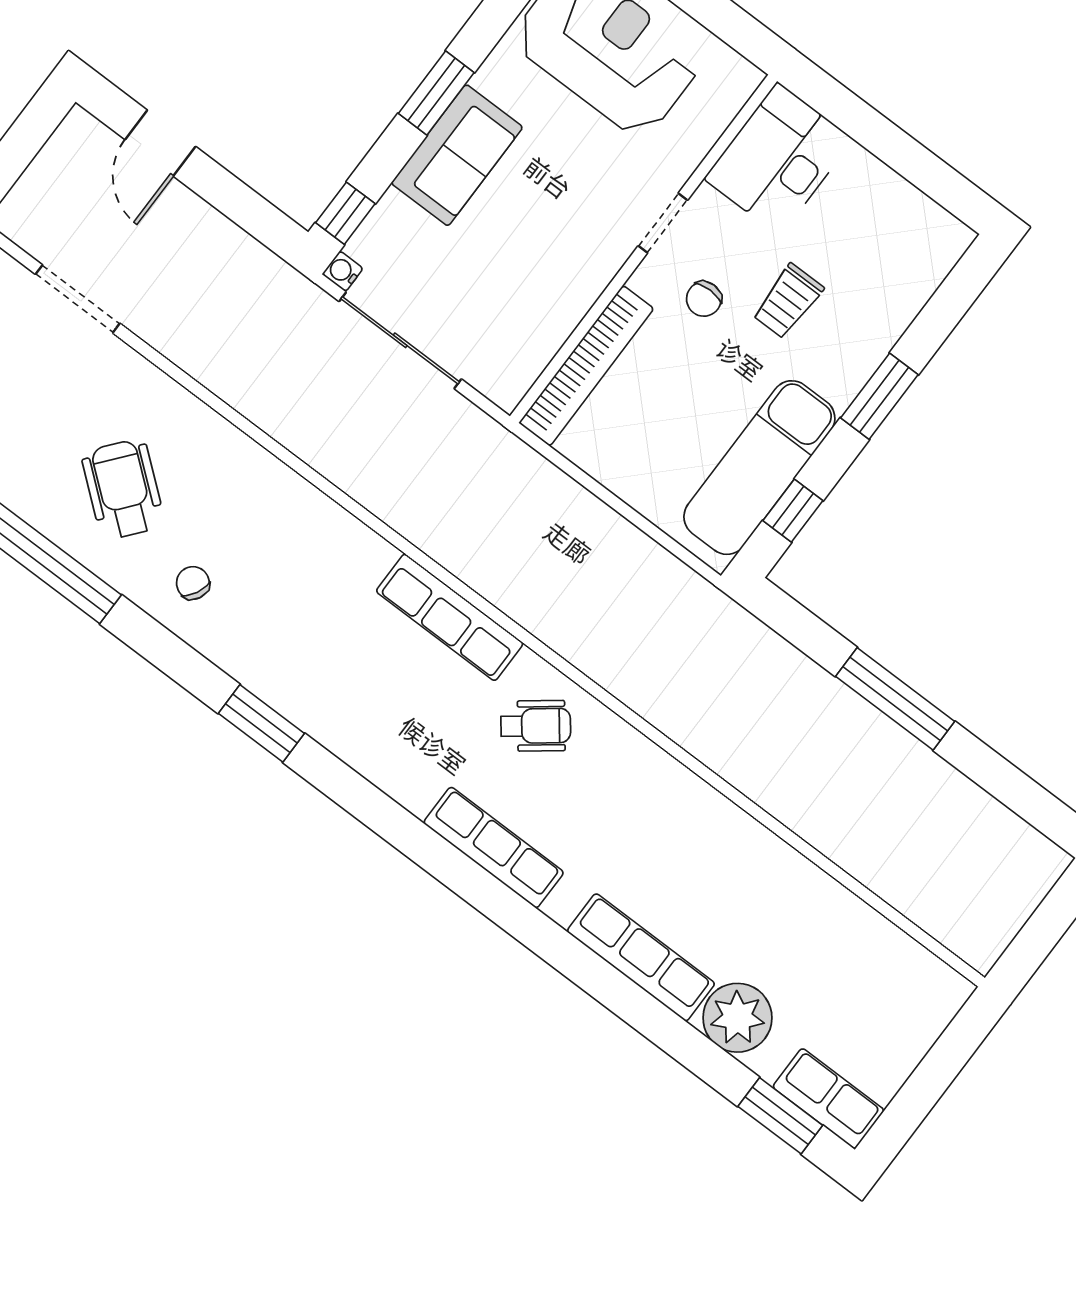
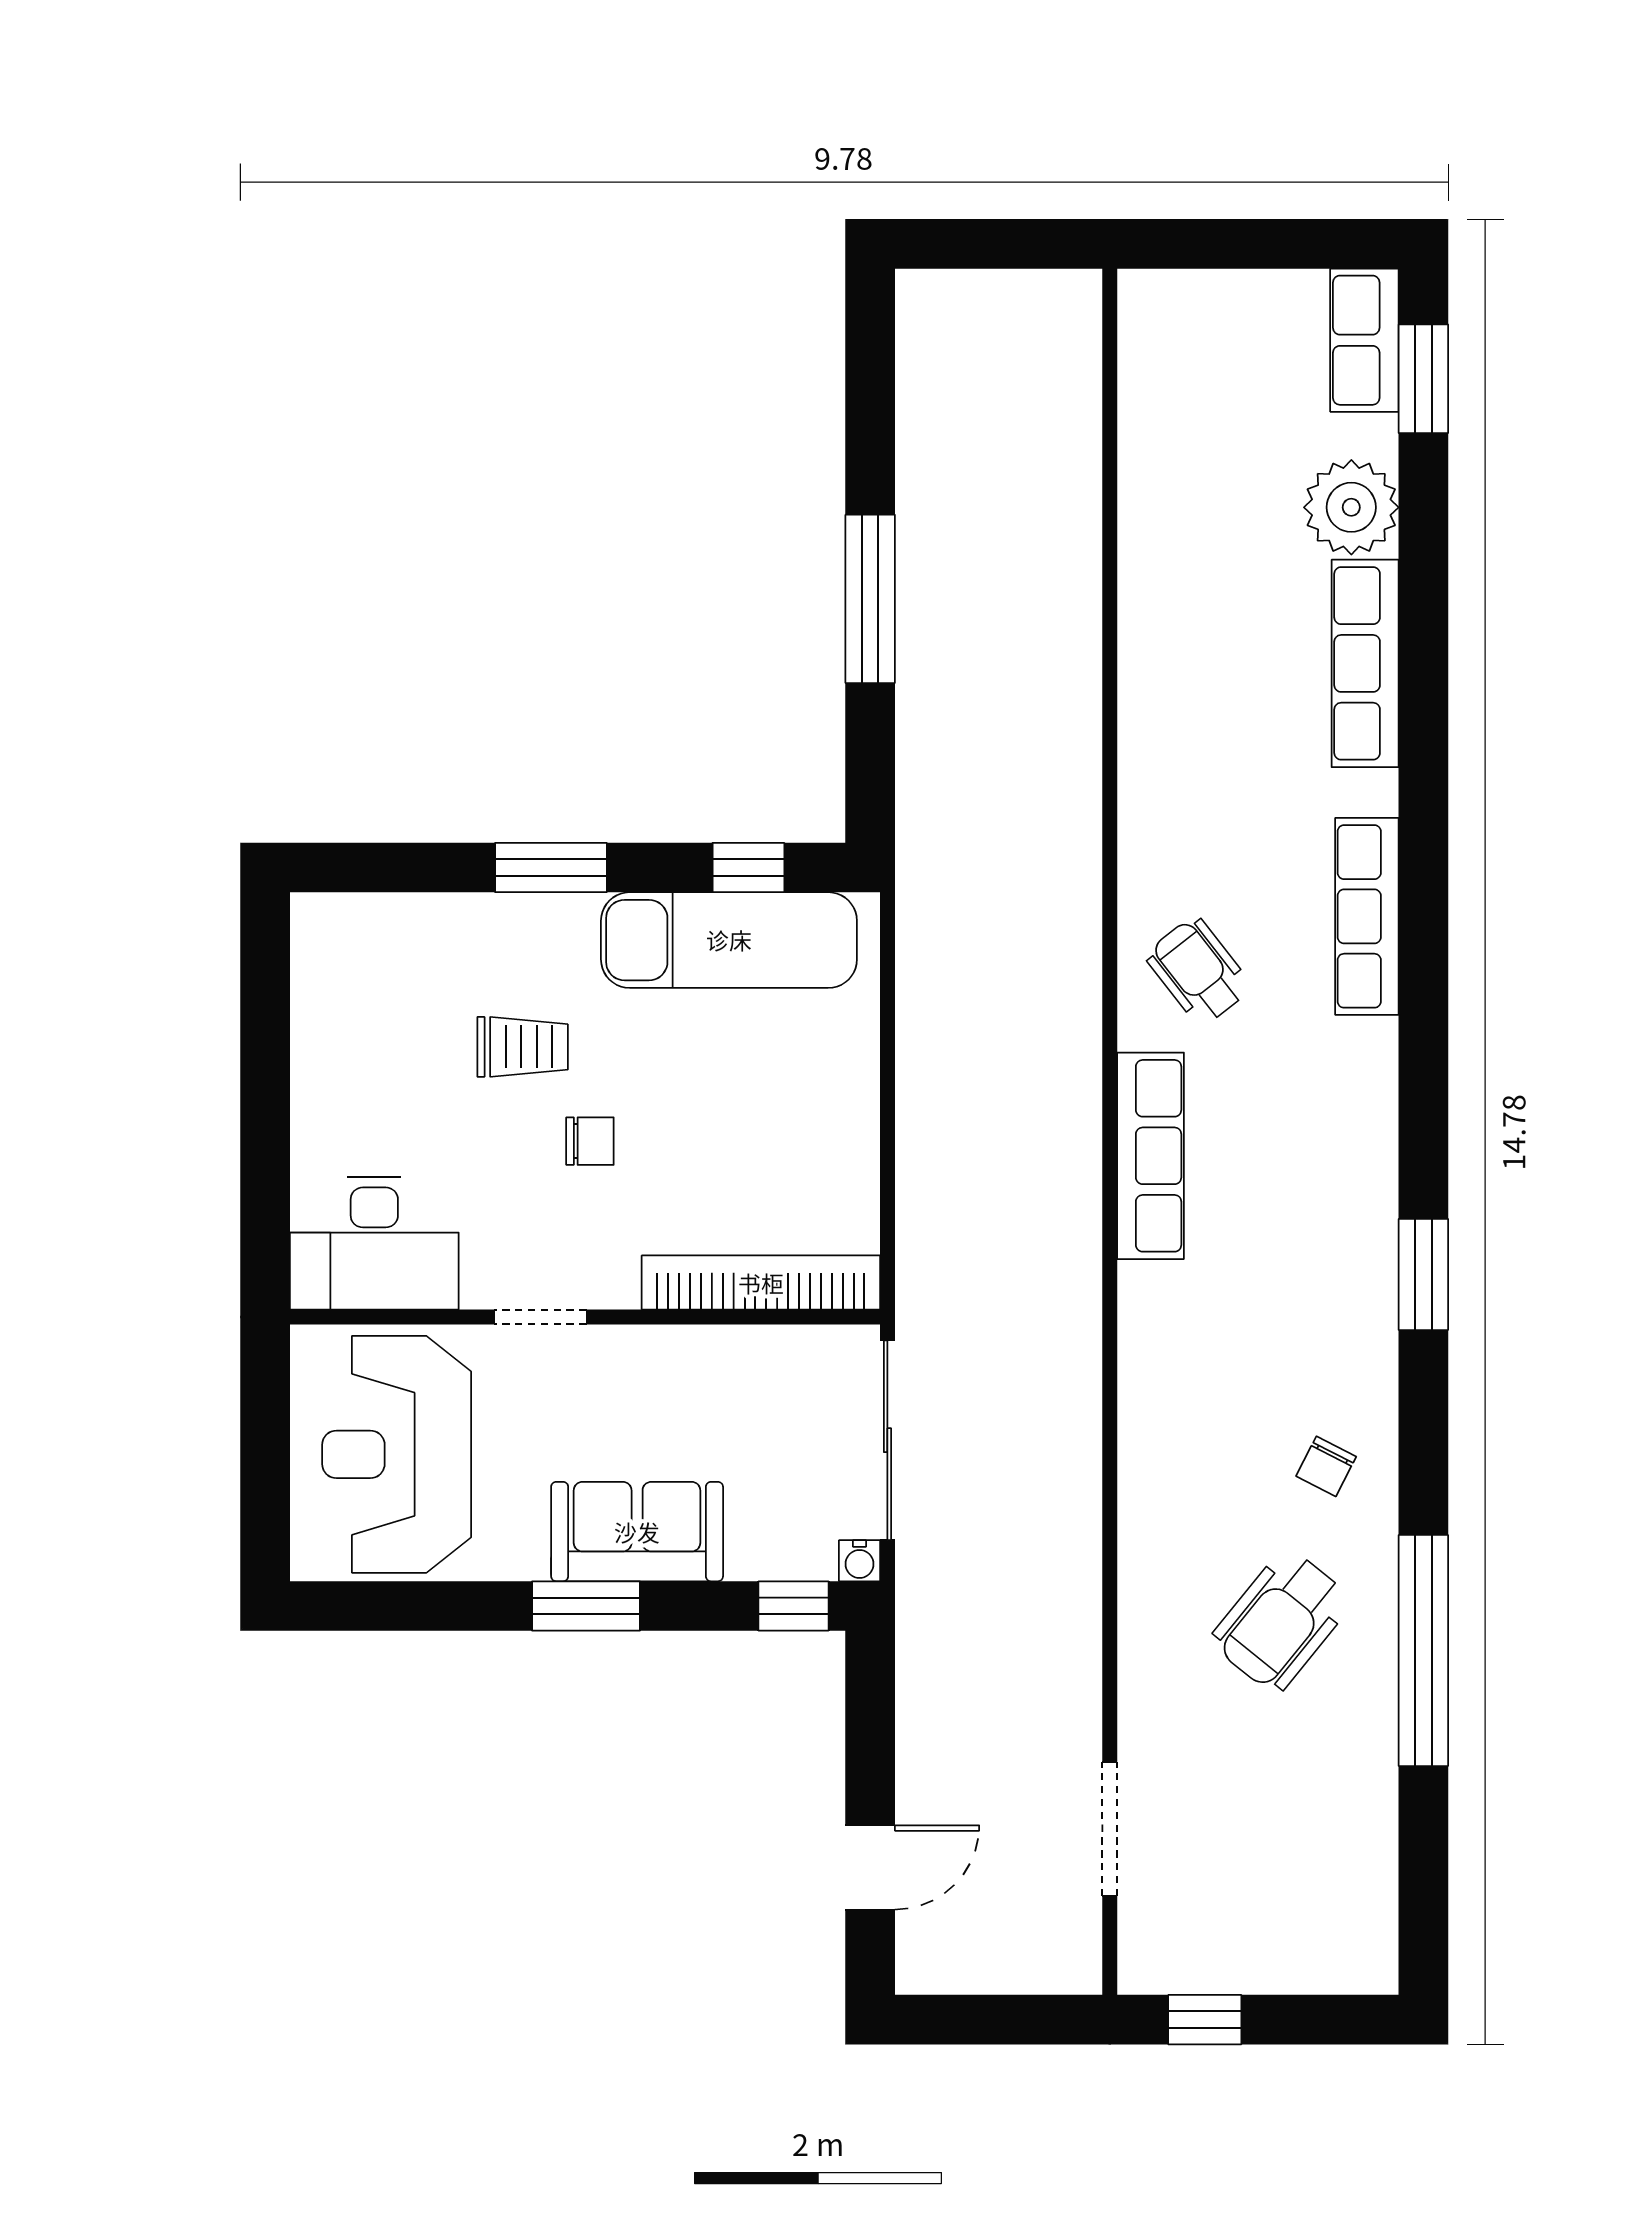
desk: (779, 159) -> (374, 1243), moved
doorway: (663, 223) -> (541, 1317), moved
wall: (643, 249) -> (585, 1317), moved
bookcase: (586, 366) -> (761, 1283), moved

